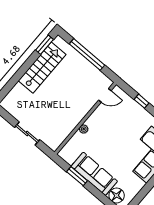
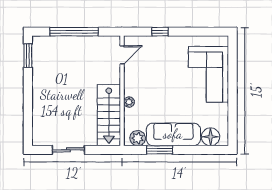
stairs: (42, 68) -> (109, 115), moved, turned 180
sliding door: (27, 133) -> (68, 150), moved
plant: (69, 157) -> (138, 138), added

